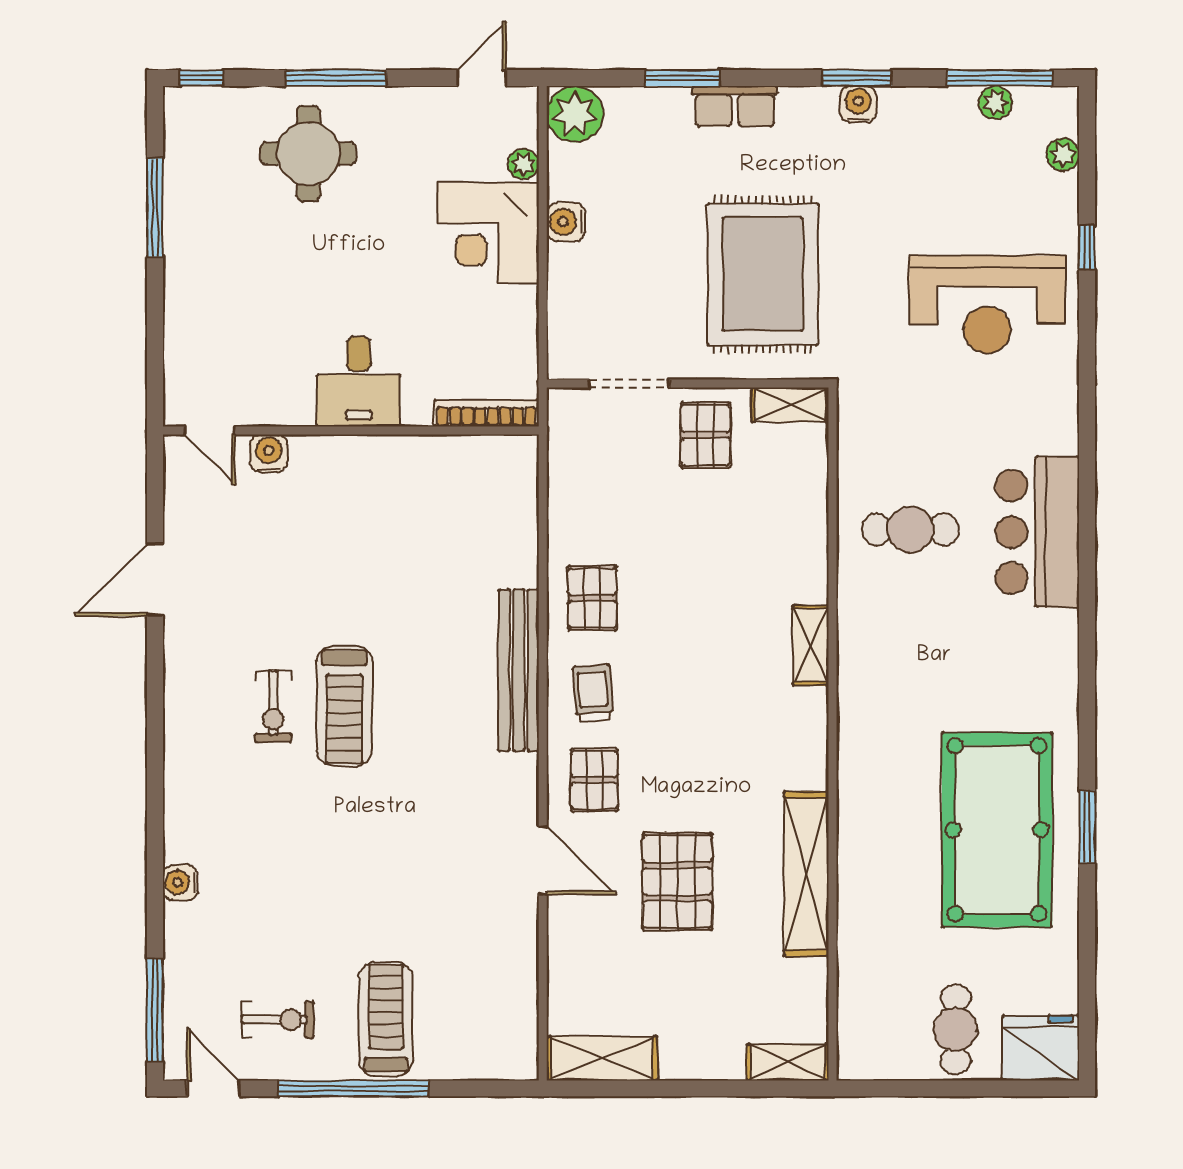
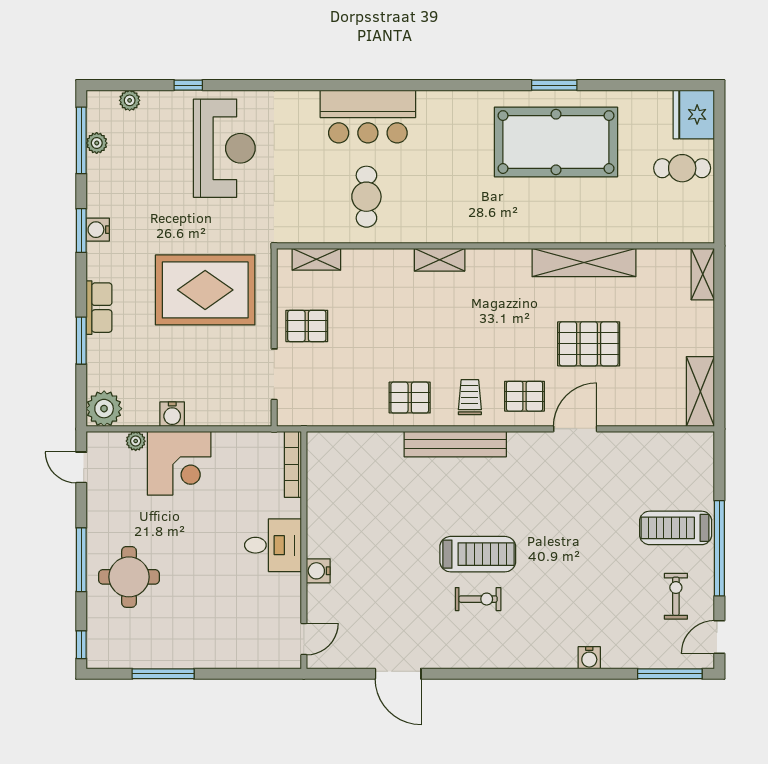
shelving: (790, 405) -> (316, 259), moved, turned 90
water cooler: (269, 453) -> (318, 571), moved
trolley: (593, 693) -> (470, 397), turned 94

